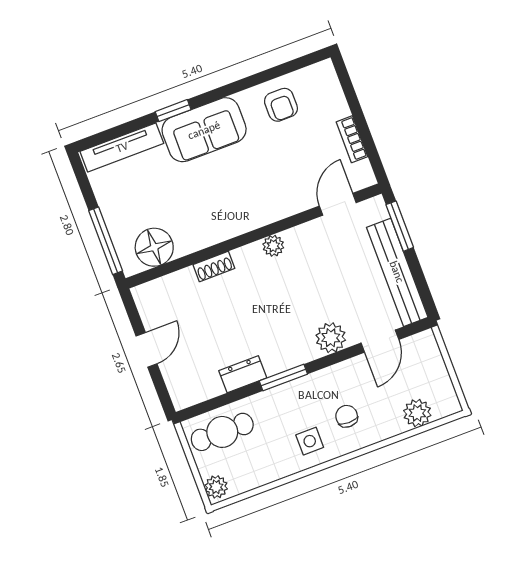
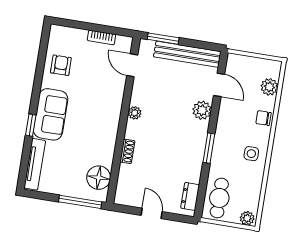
armchair: (281, 105) -> (61, 65), turned -90
dresser: (243, 374) -> (190, 196), moved
chair: (347, 416) -> (263, 118), moved

